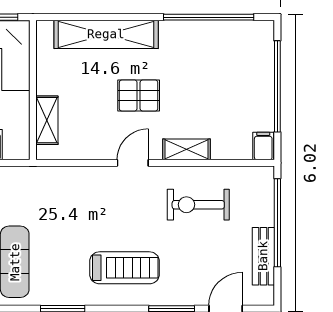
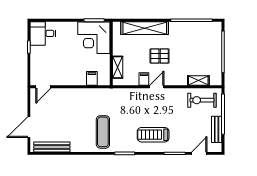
filing cabinet: (263, 146) -> (144, 79), moved
shelving: (187, 149) -> (198, 81), moved
exercise bike: (198, 205) -> (202, 100), moved
treadmill: (125, 268) -> (153, 135), turned 180

